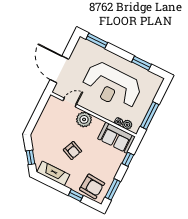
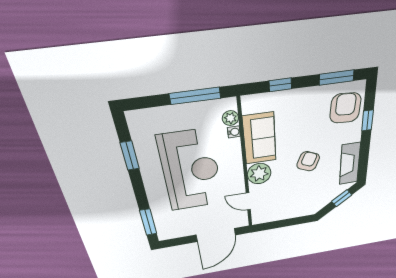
sofa: (116, 138) -> (260, 139), moved

